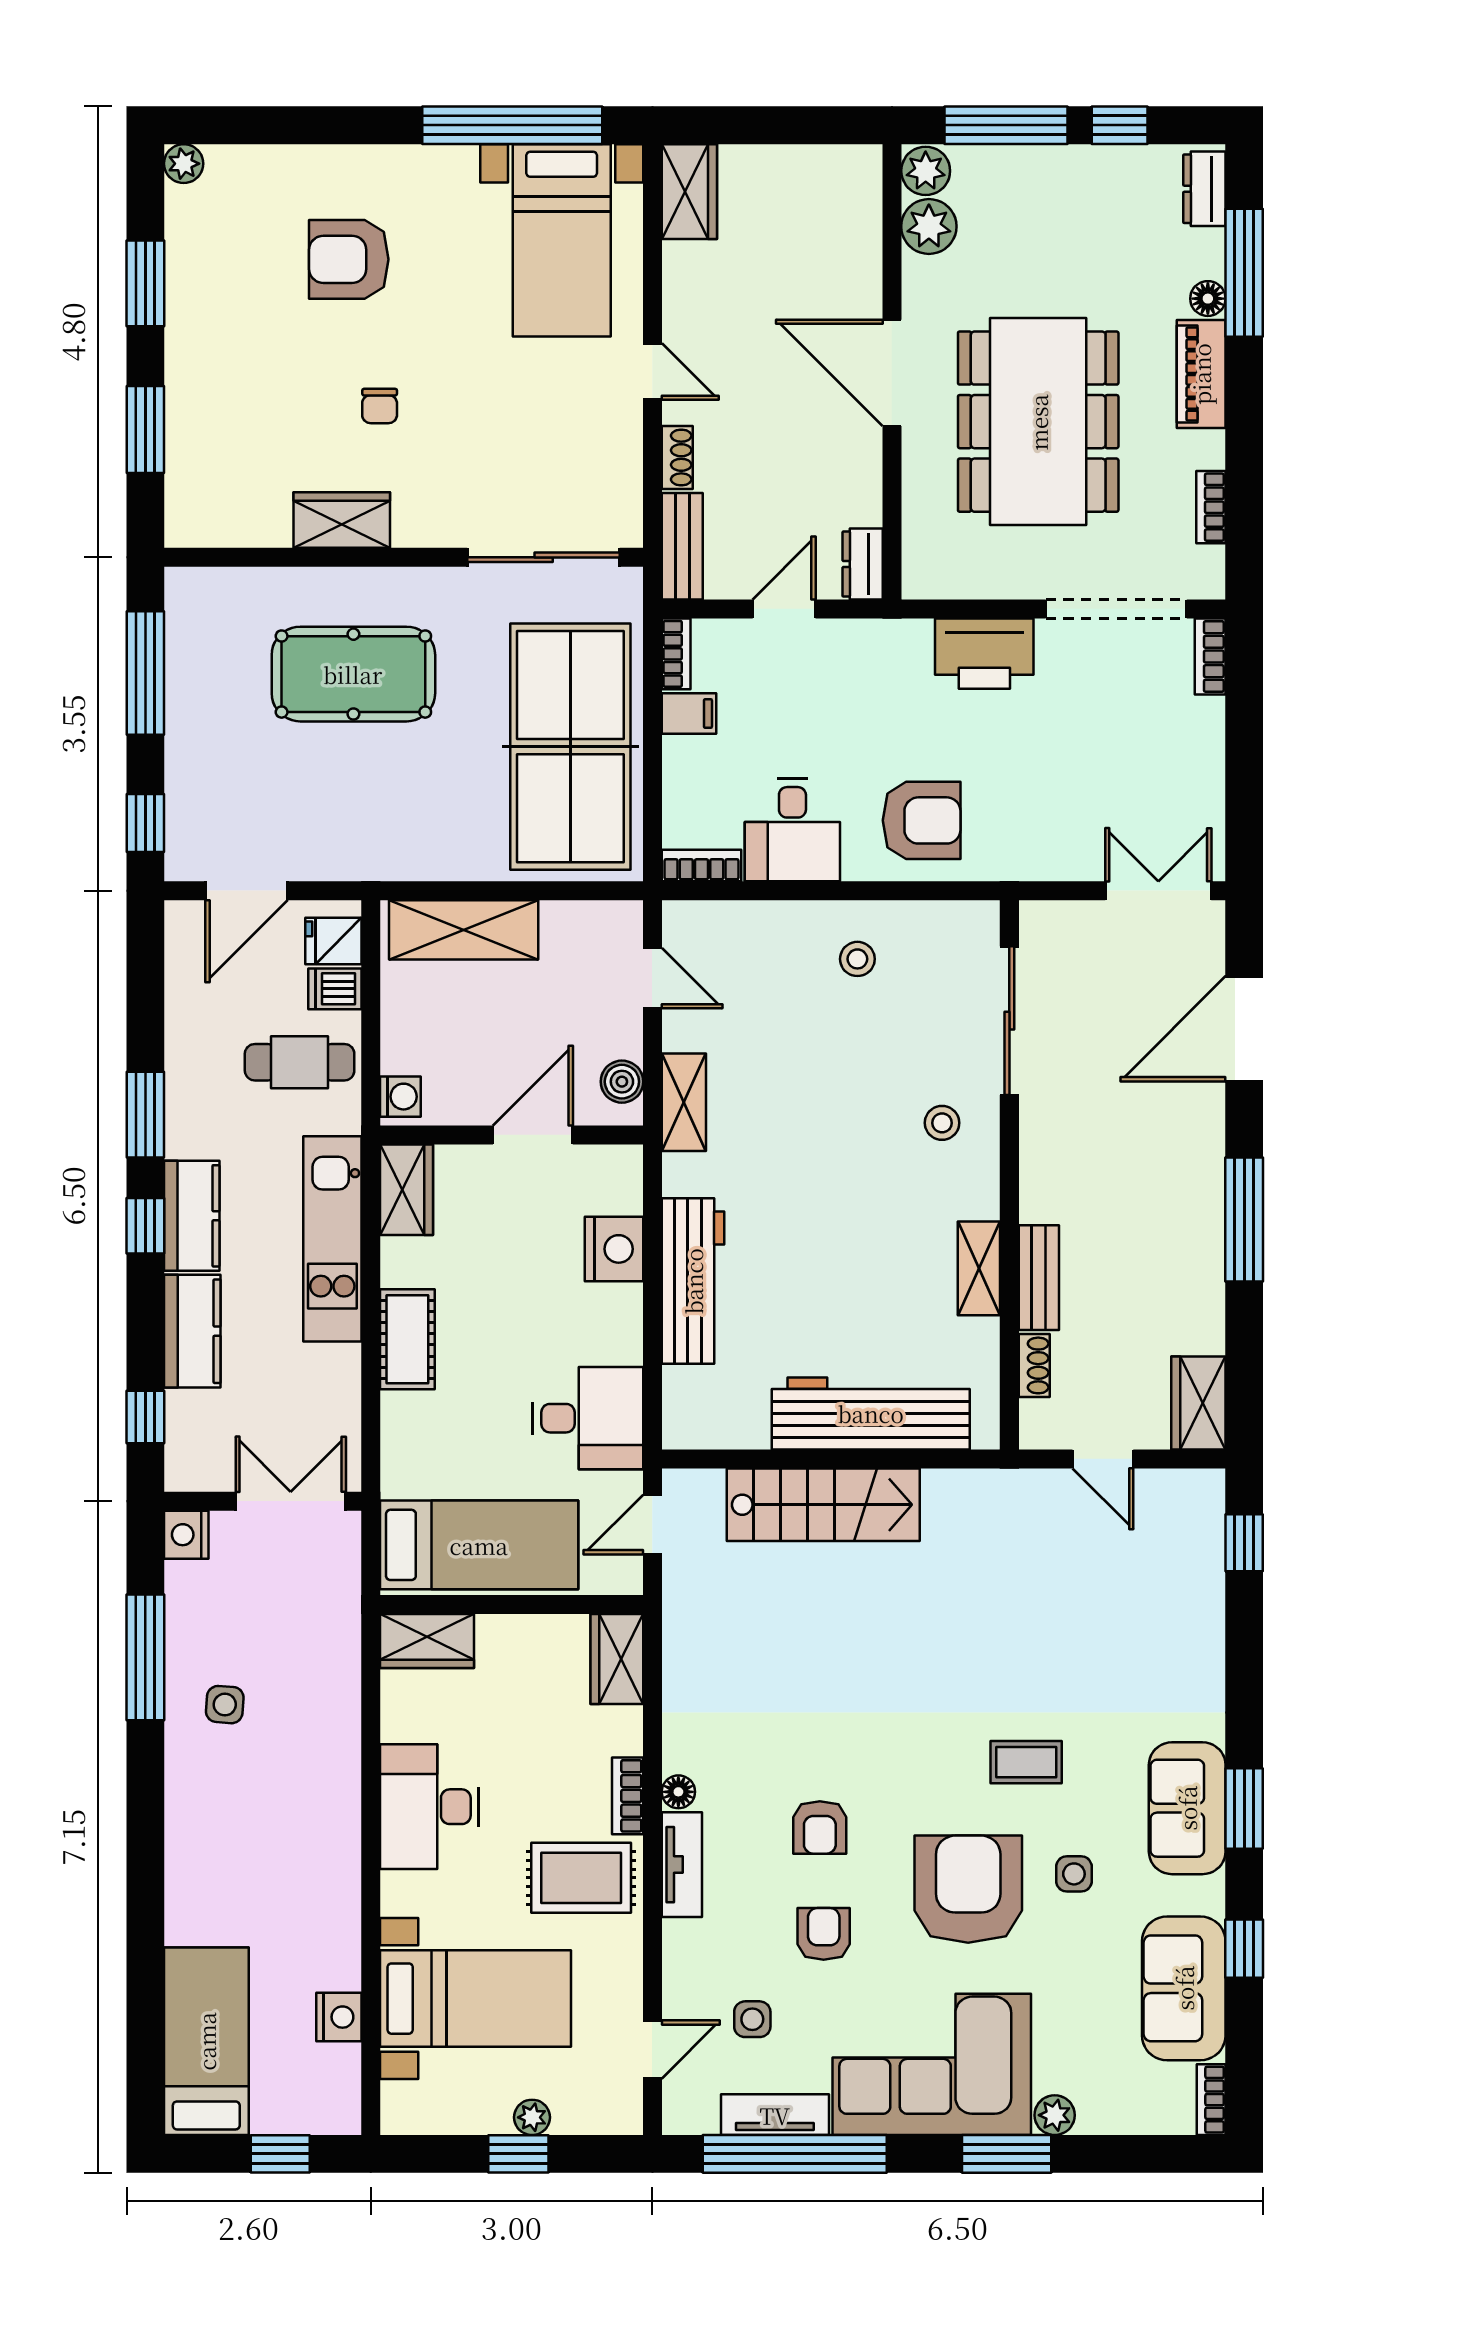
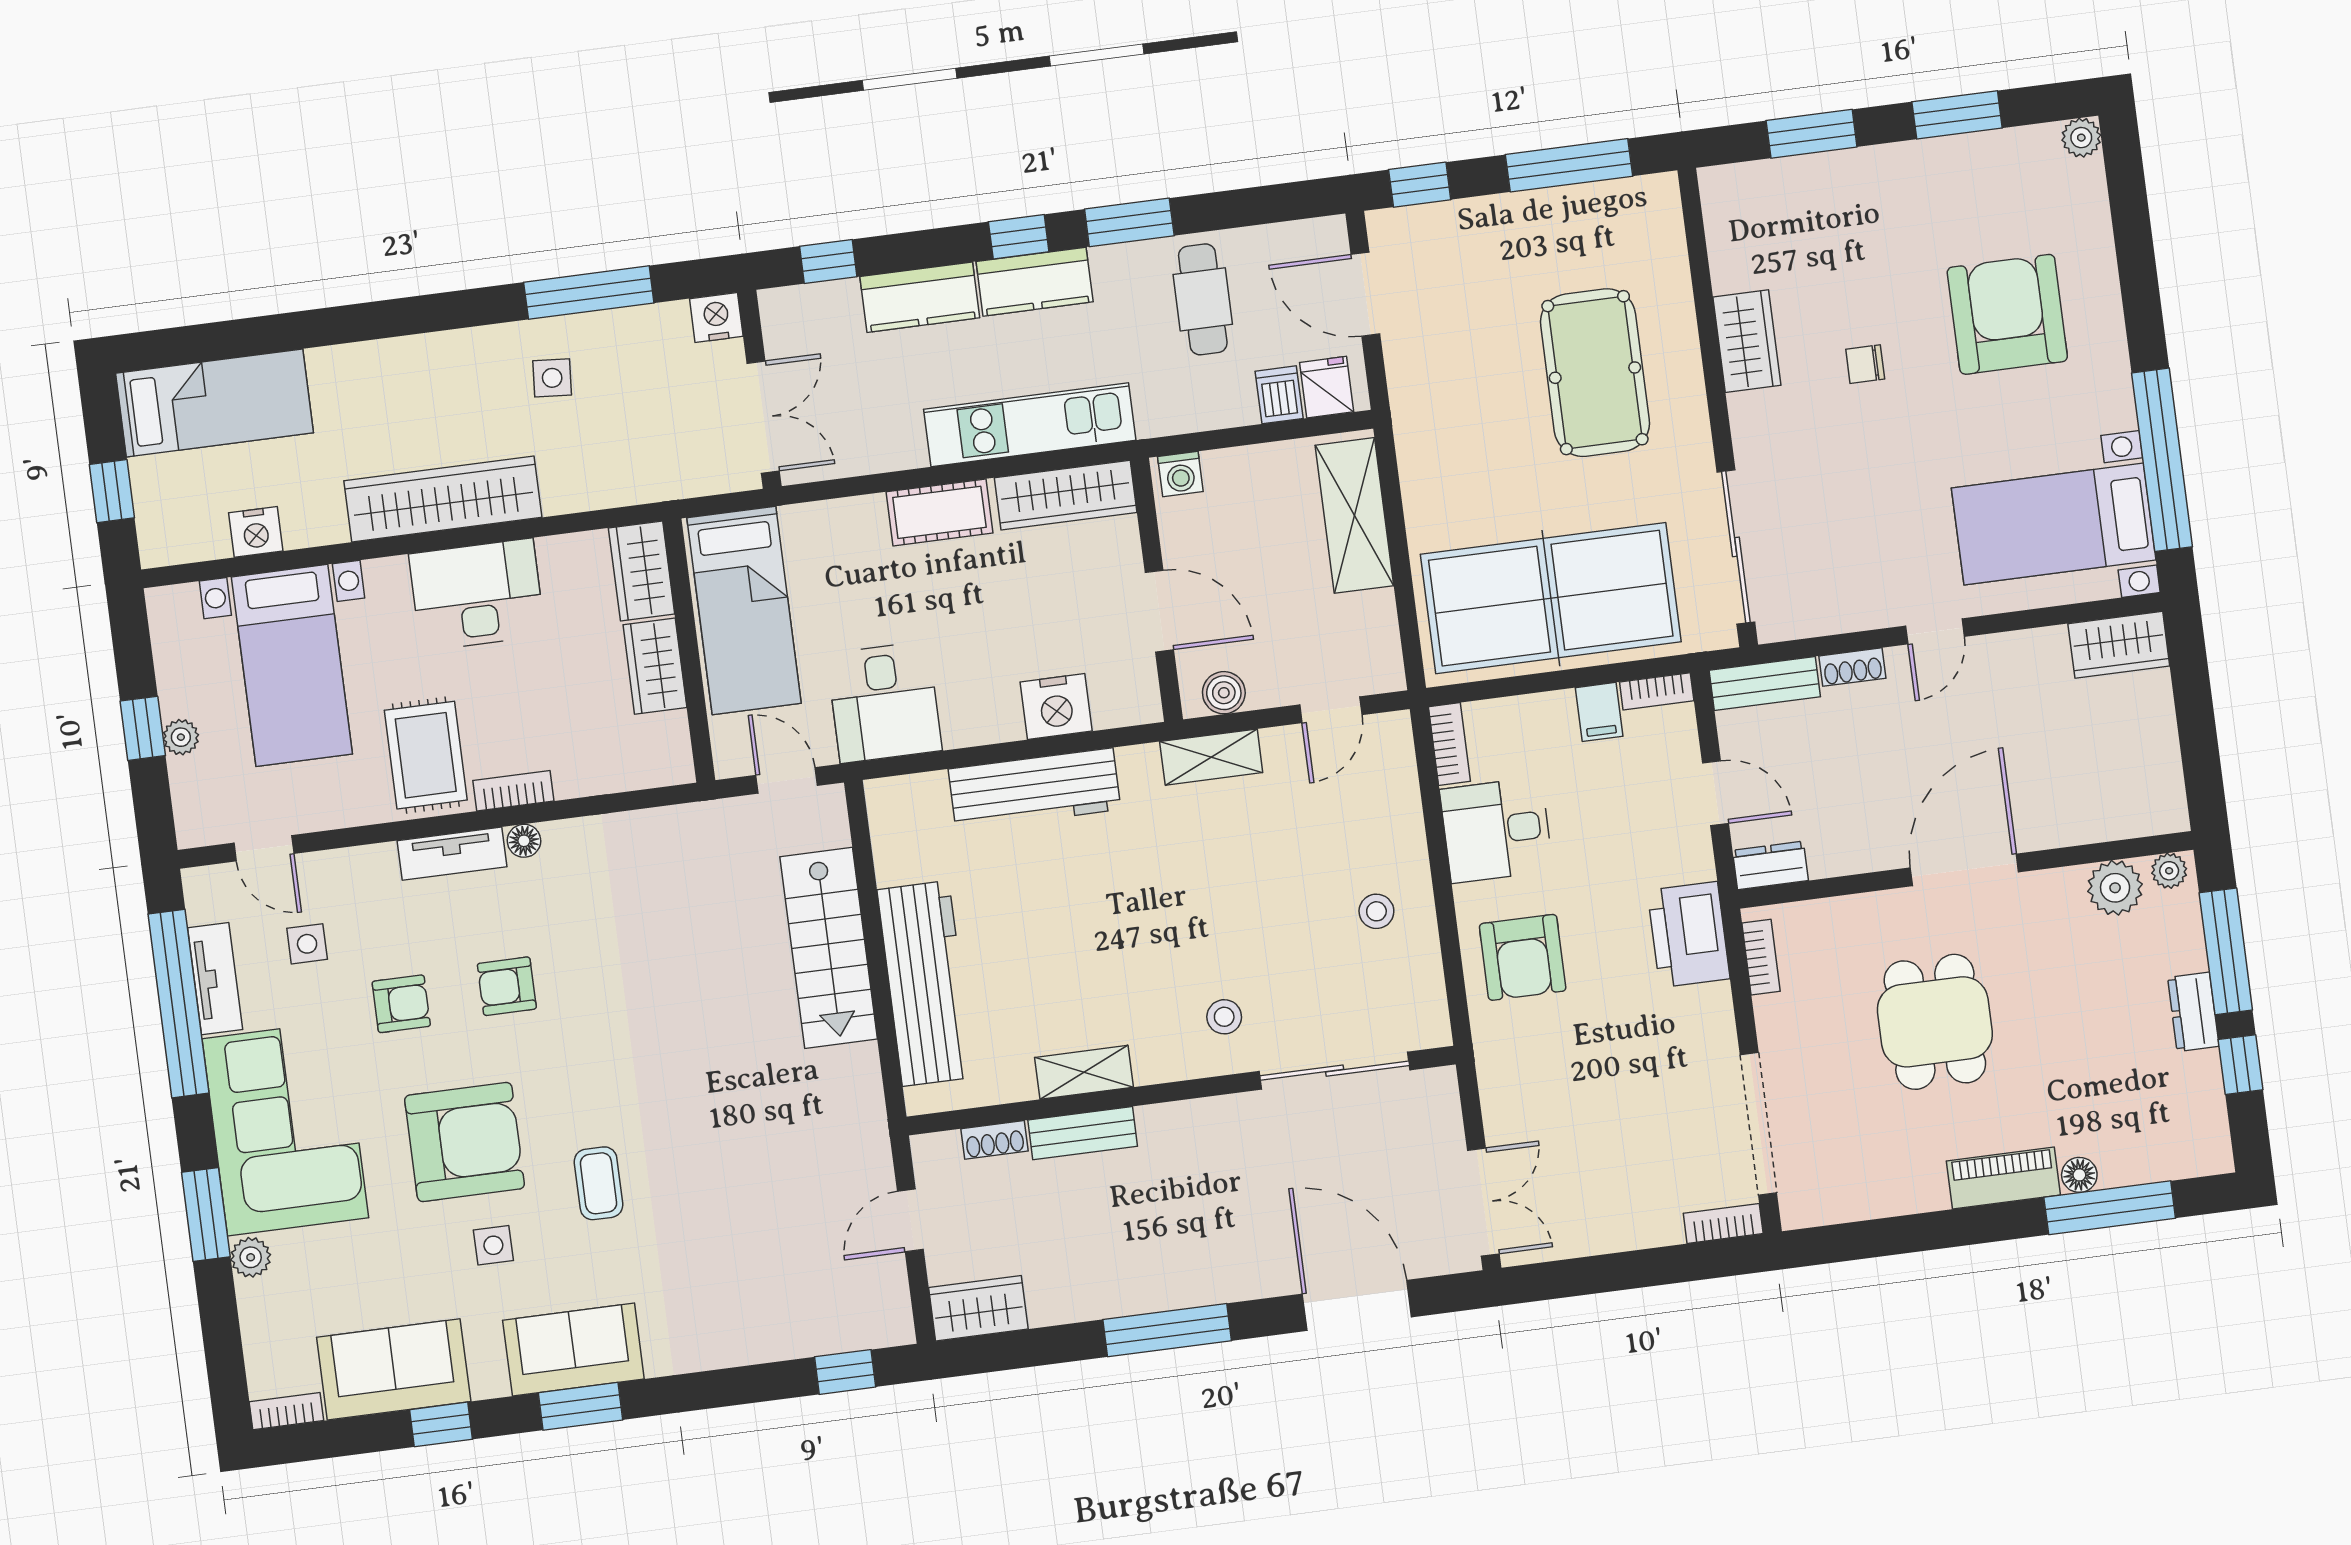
plant: (926, 171) -> (2169, 871), width x0.73, depth x0.73
dresser: (1204, 189) -> (2193, 1012), moved, turned -90
armchair: (349, 259) -> (2007, 314), width x1.36, depth x1.36
dining table: (1038, 422) -> (1935, 1022), width x0.53, depth x0.80
bookcase: (1211, 507) -> (1761, 957), moved, turned 90
printer: (984, 654) -> (1689, 935), moved
cafe table: (300, 1062) -> (1203, 299), moved
wardrobe: (406, 1190) -> (1066, 495), width x1.50
wardrobe: (617, 1659) -> (655, 666), moved, turned -90
wardrobe: (330, 1828) -> (443, 499), added

